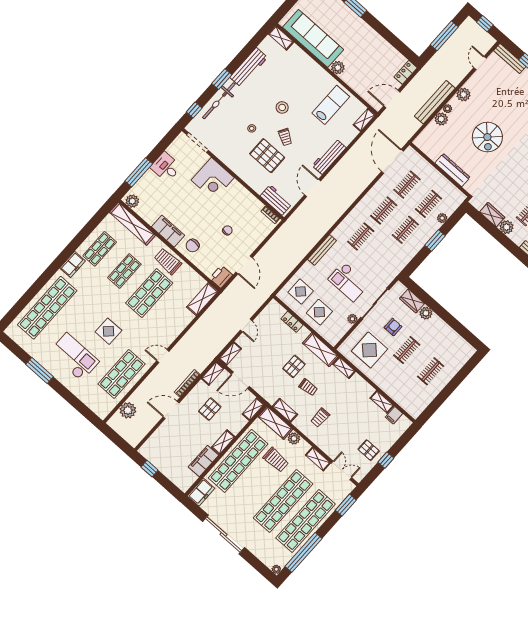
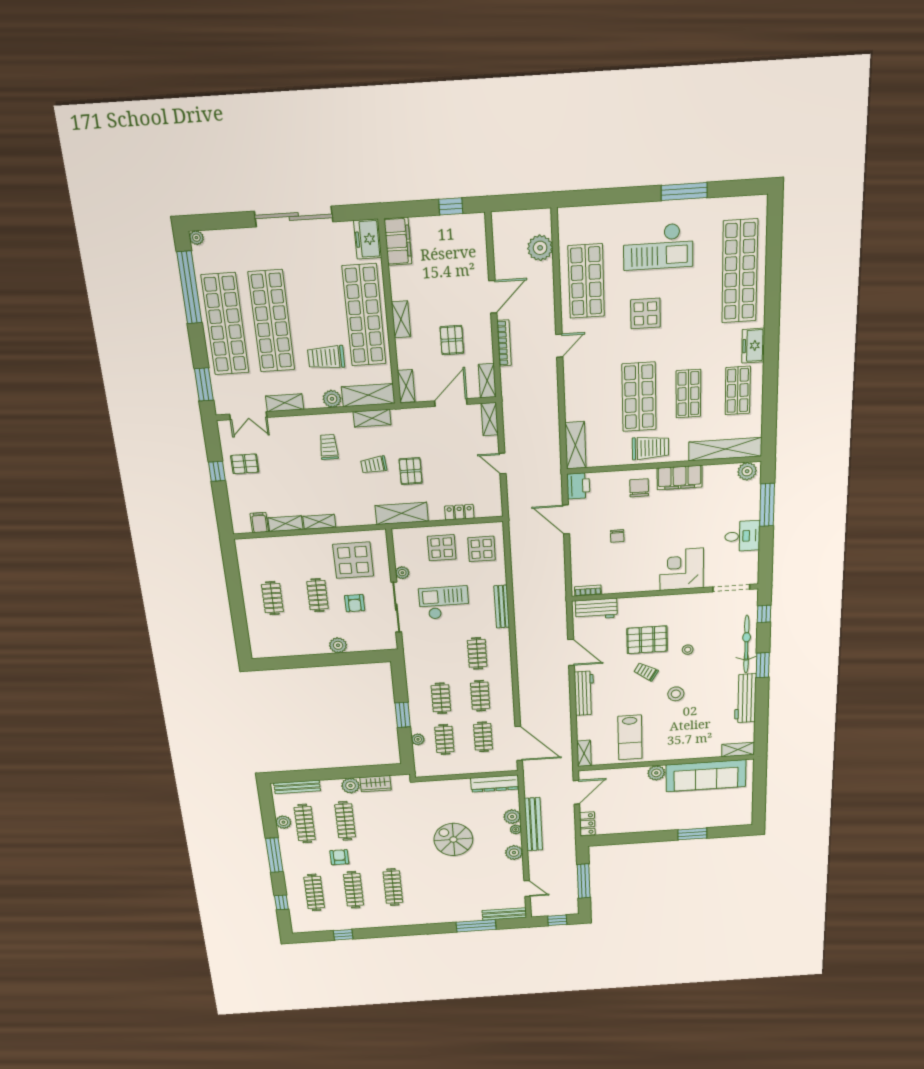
dresser: (453, 170) -> (495, 783), moved
wardrobe: (412, 301) -> (363, 643), removed
shelving: (344, 368) -> (319, 522), moved
filing cabinet: (203, 461) -> (398, 241), moved

